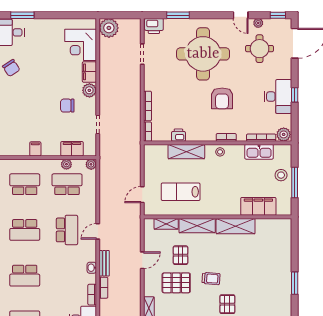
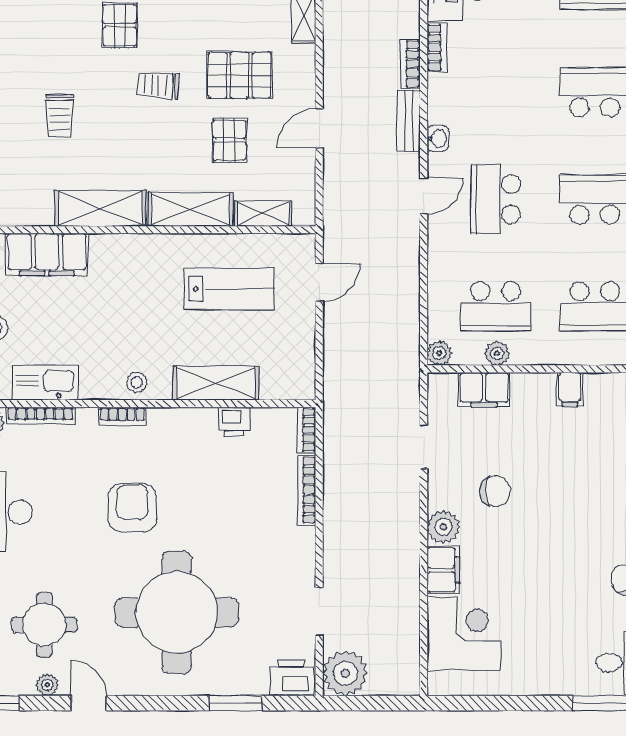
plant: (109, 28) -> (345, 673), moved
trolley: (253, 266) -> (60, 116), added
washbasin: (92, 268) -> (438, 138), moved

